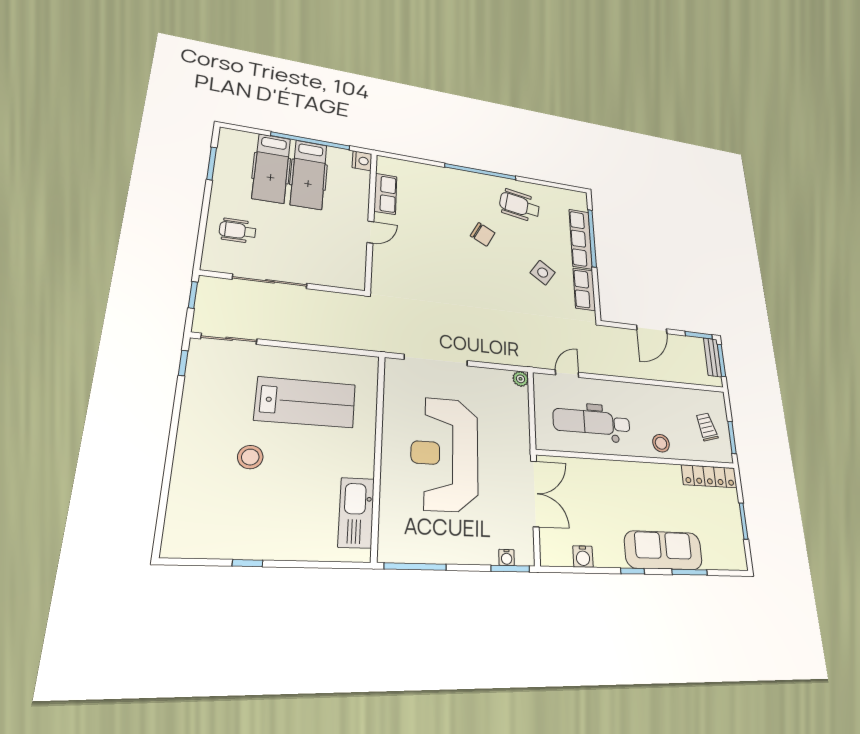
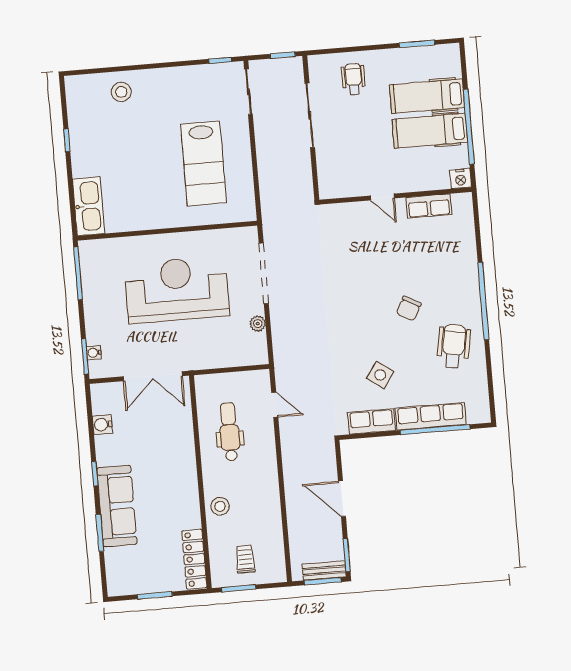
plant: (520, 379) -> (258, 324), moved
dental chair: (592, 422) -> (229, 432), width x0.73, depth x0.72
trolley: (707, 427) -> (245, 559), turned -75
stool: (250, 457) -> (121, 92), moved
kitchen sink: (356, 513) -> (89, 206), moved, turned 90

